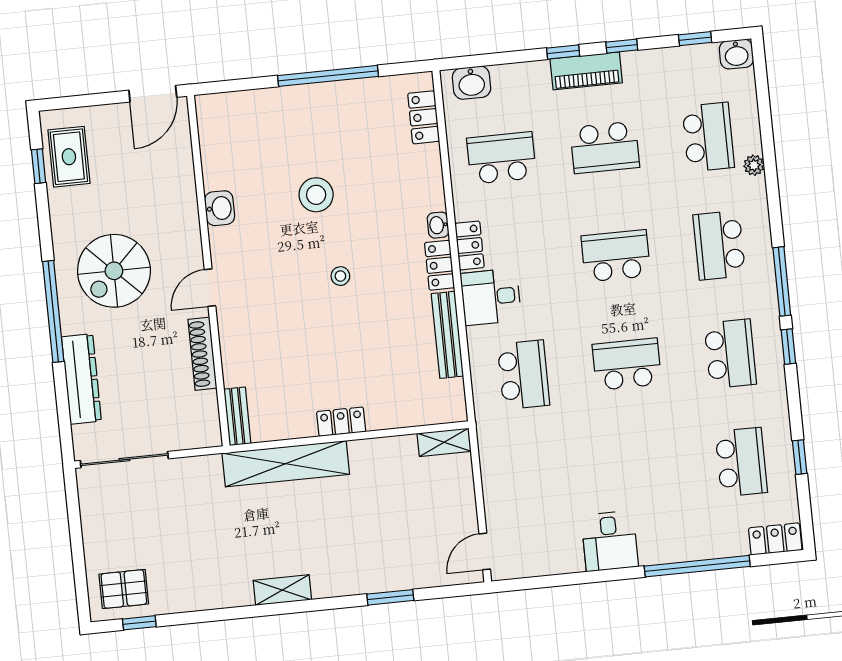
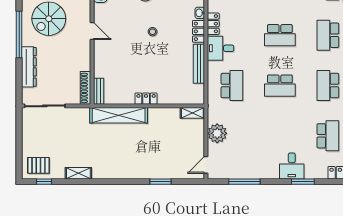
school desk: (616, 256) -> (280, 35), turned 180
door: (210, 288) -> (92, 31), swing flipped
shoe rack: (202, 354) -> (85, 88), moved
school desk: (730, 354) -> (328, 86), turned 180
school desk: (627, 364) -> (280, 86), turned 180
plant: (502, 481) -> (217, 133), added
desk: (610, 541) -> (292, 166), moved
window: (697, 566) -> (303, 182), width x0.47
window: (571, 579) -> (244, 182), added
shelving: (282, 590) -> (78, 173), moved

